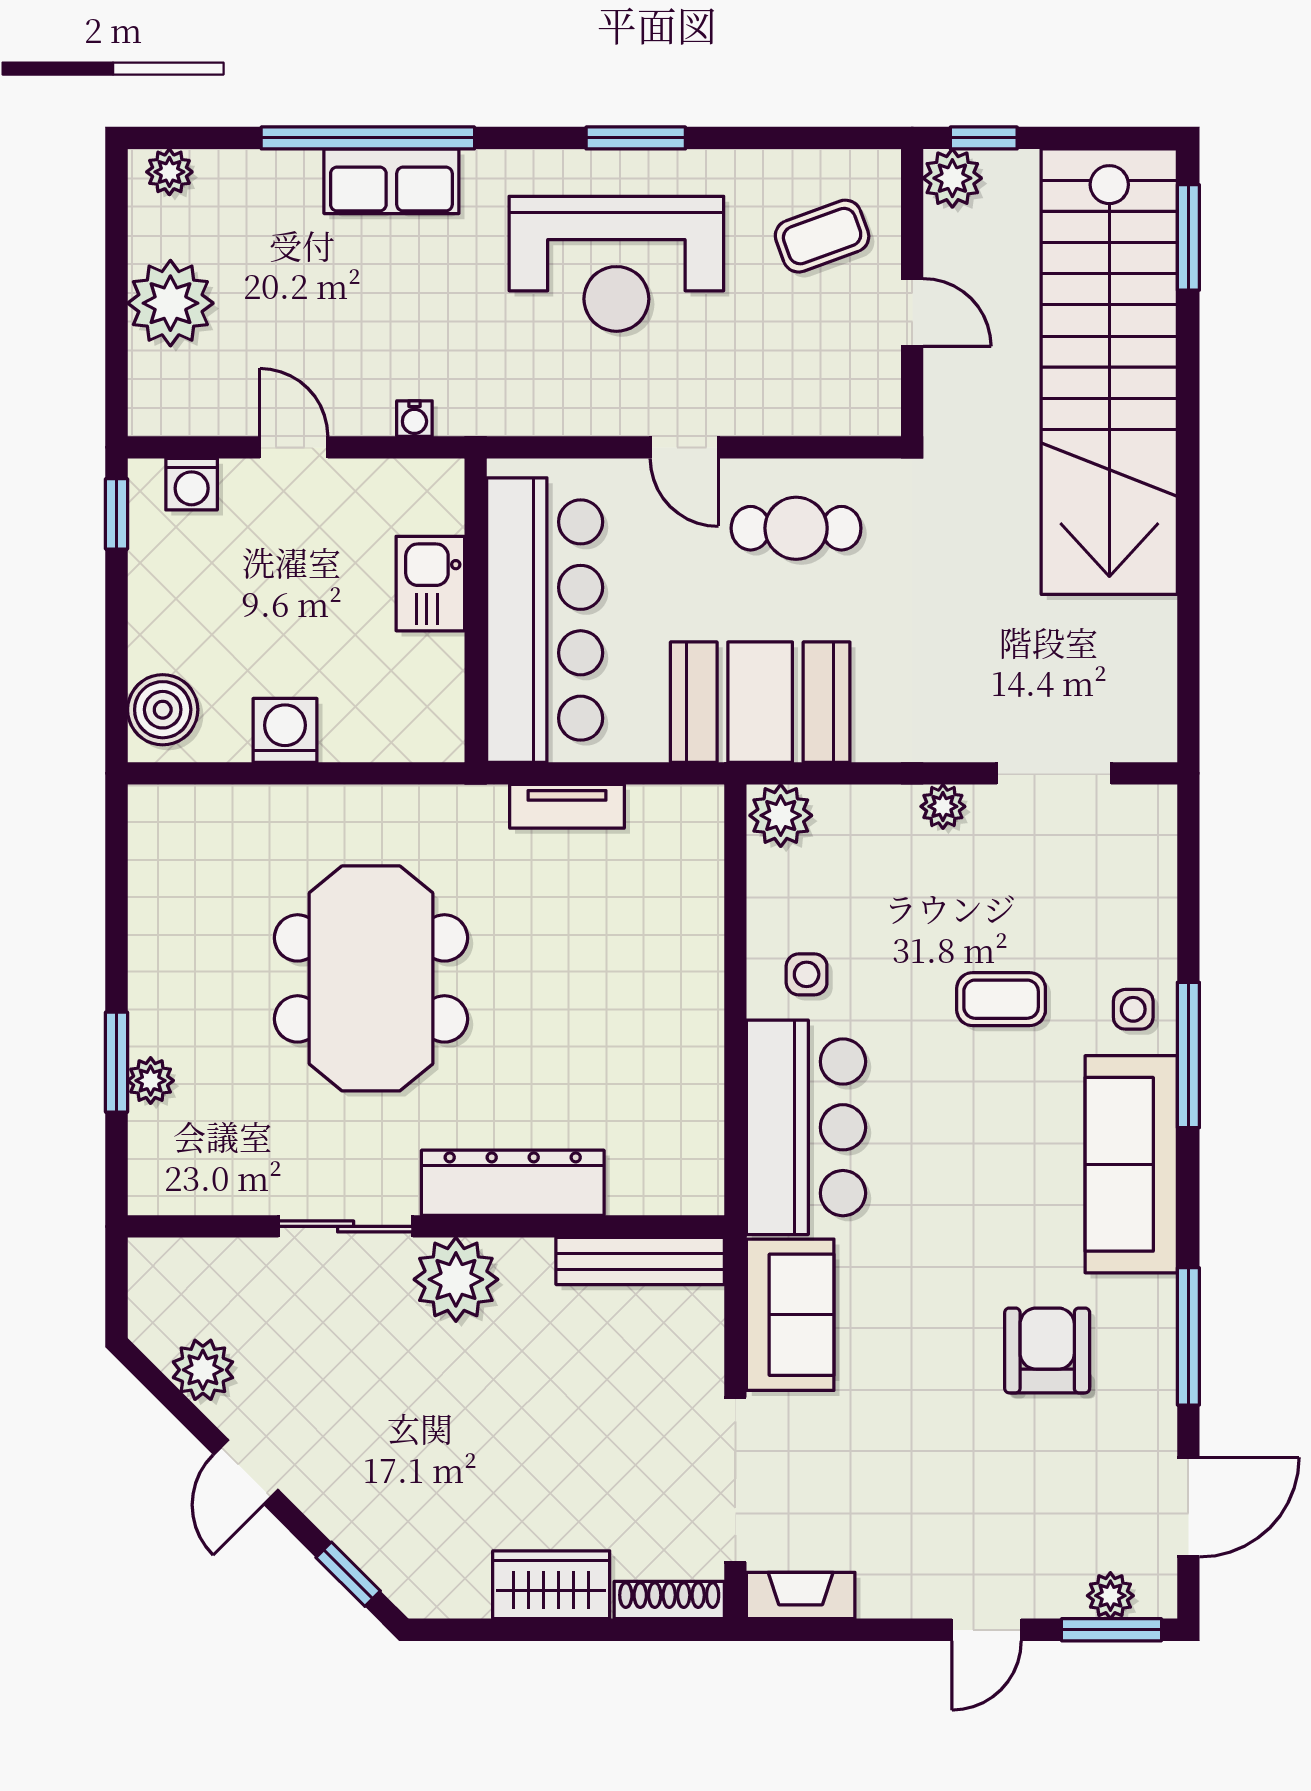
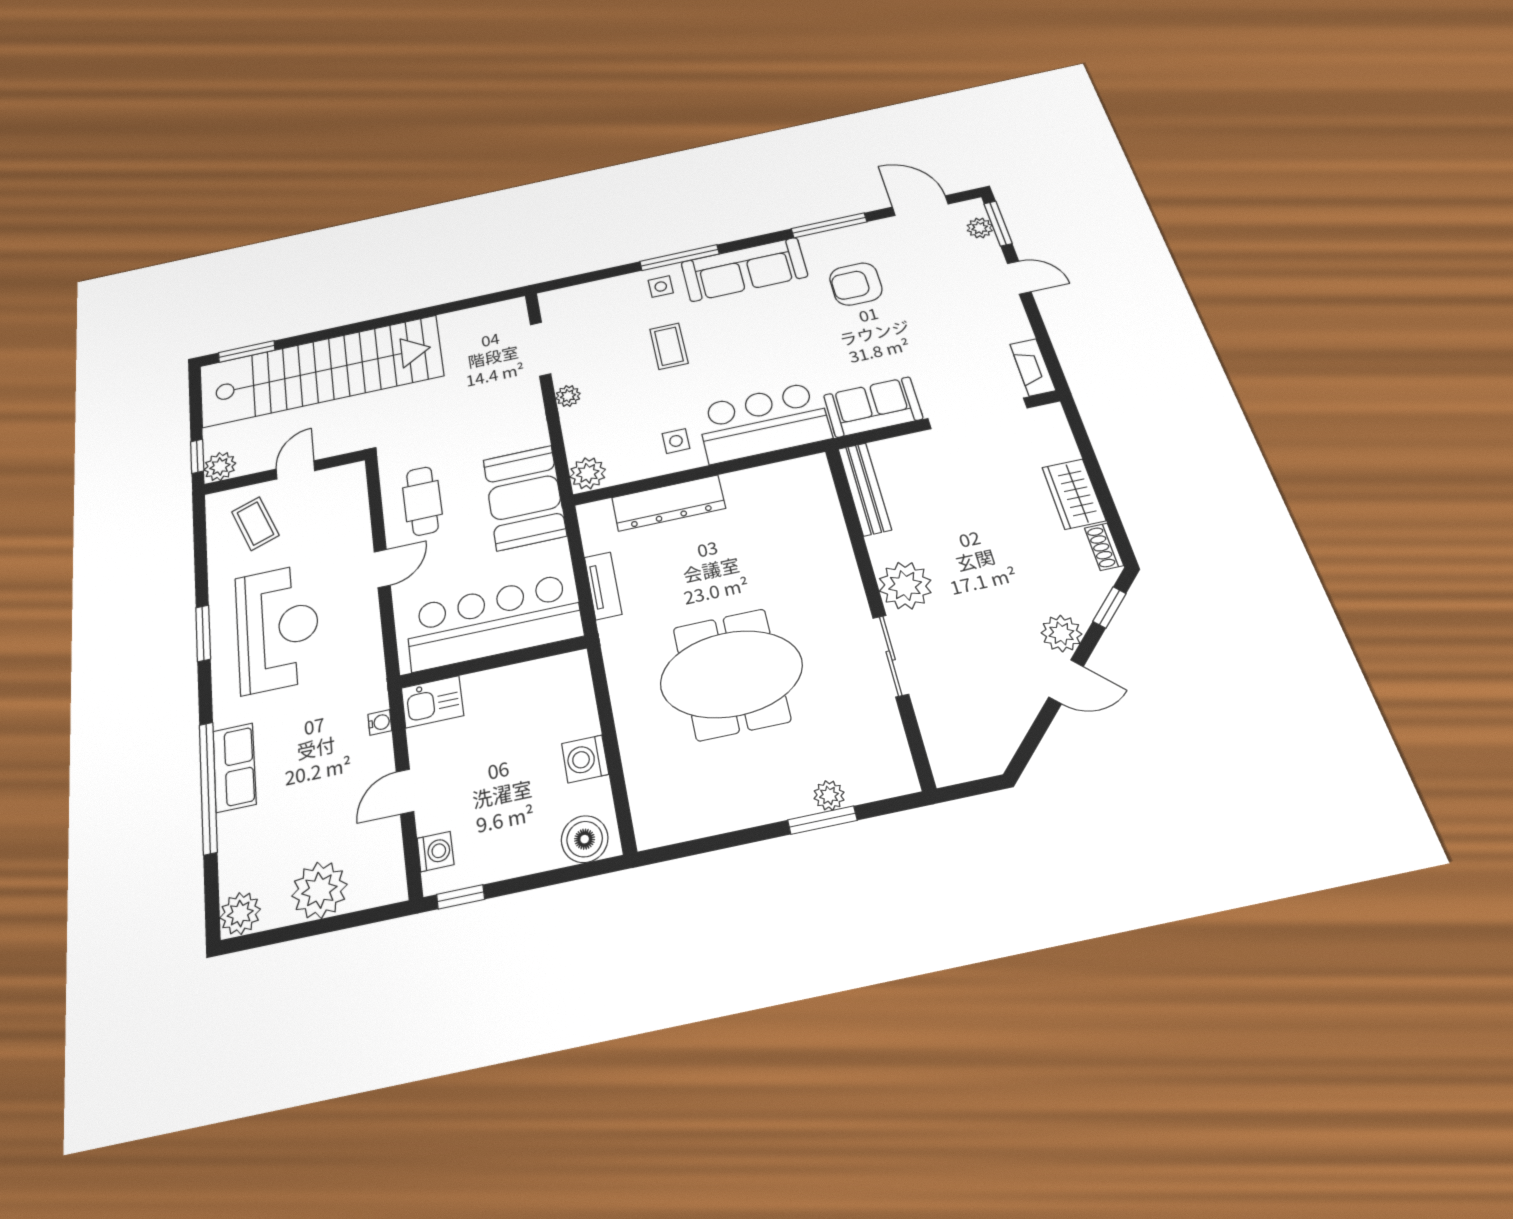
plant: (169, 172) -> (240, 913), width x1.38, depth x1.38
kitchen sink: (430, 584) -> (432, 702), moved
dresser: (513, 1183) -> (669, 503), moved, turned -90
plant: (203, 1370) -> (1061, 633), moved
shoe rack: (669, 1600) -> (1104, 547), moved, width x0.70

